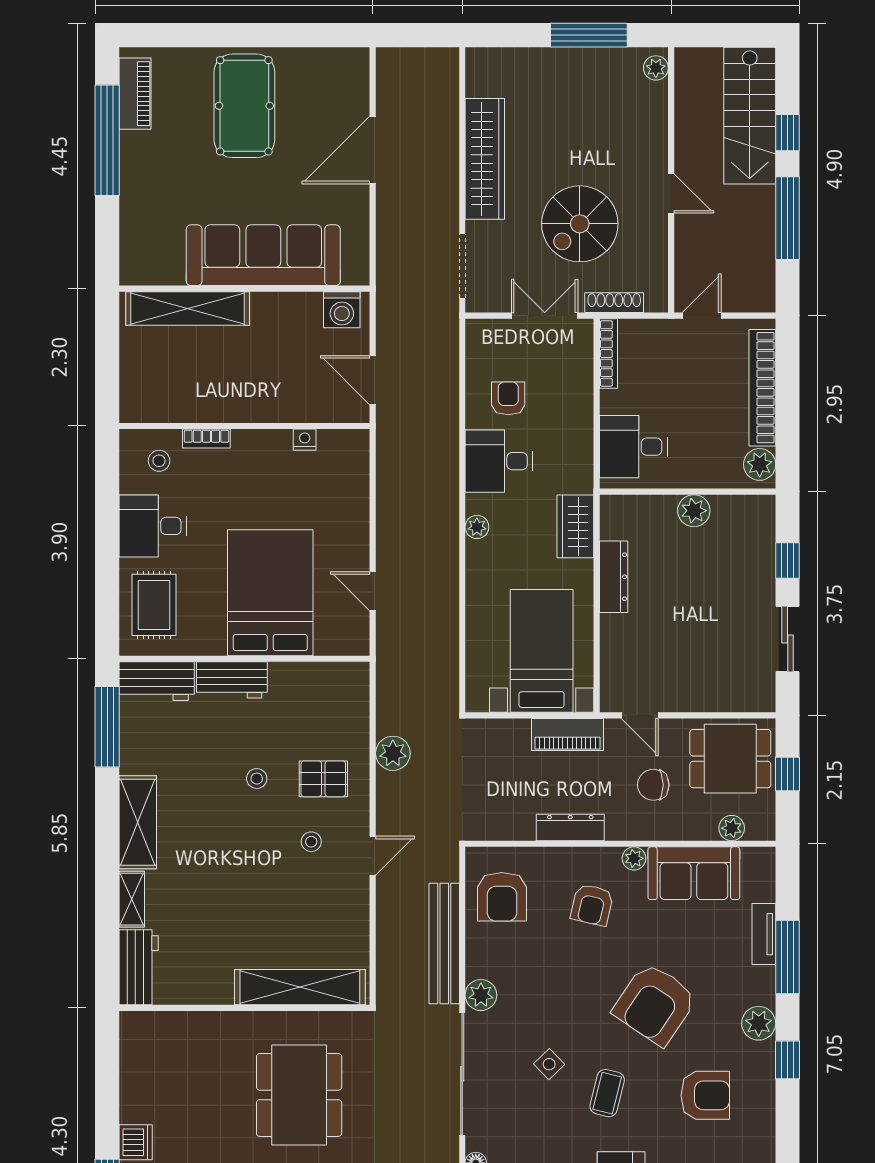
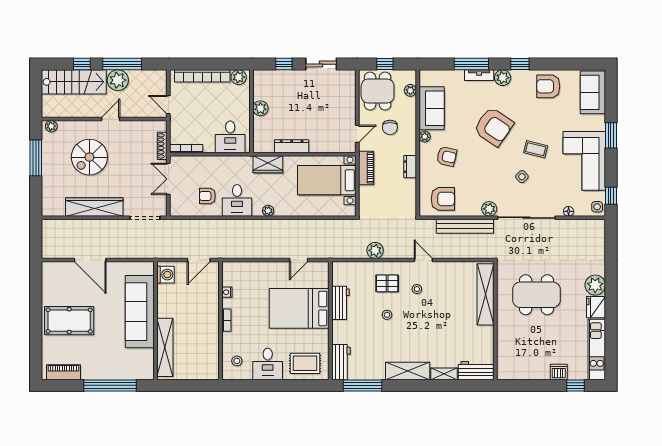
window: (107, 140) -> (110, 385), moved
plant: (753, 209) -> (118, 80), added
spiral stairs: (580, 224) -> (89, 157), moved, turned 90
bookcase: (206, 439) -> (226, 320), moved
workbench: (232, 680) -> (340, 303), moved
pallet: (323, 779) -> (387, 283), turned 90
dresser: (570, 827) -> (410, 167), width x0.70
tv unit: (764, 934) -> (479, 75), moved
armchair: (705, 1095) -> (548, 86), moved, turned -90

